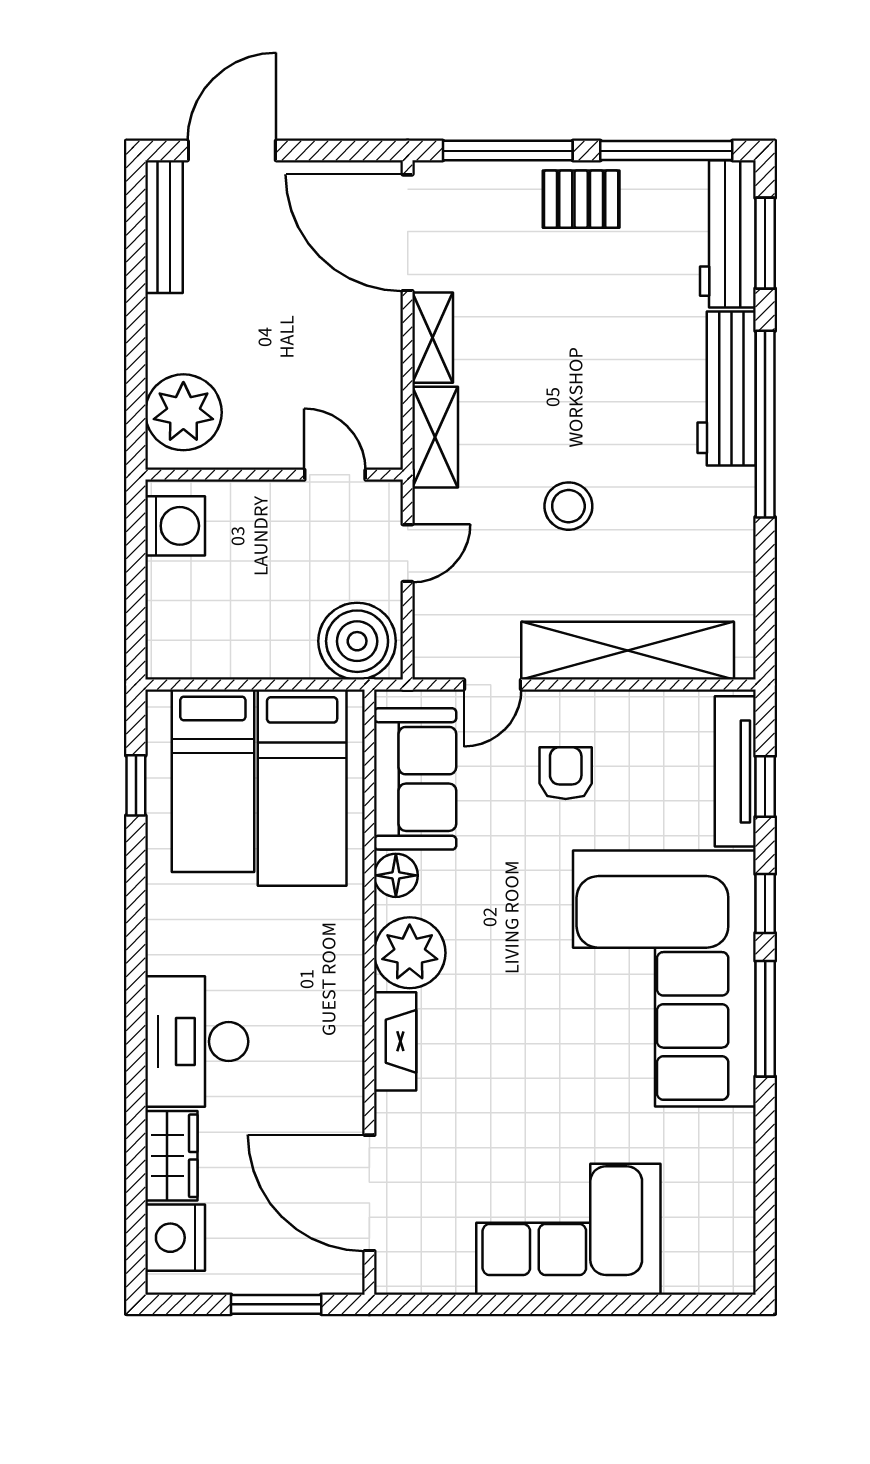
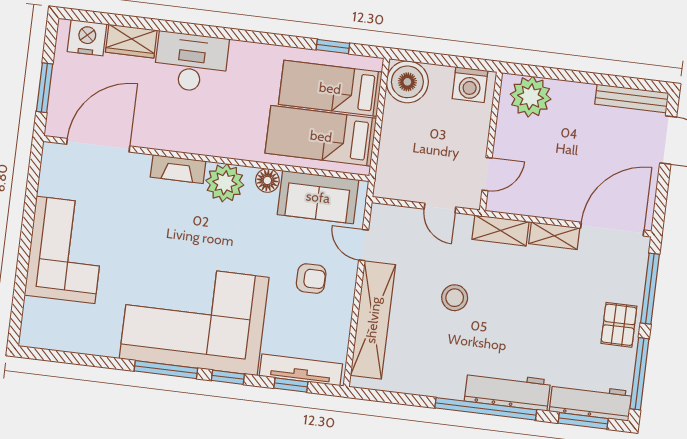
boiler: (357, 641) -> (407, 82), moved

